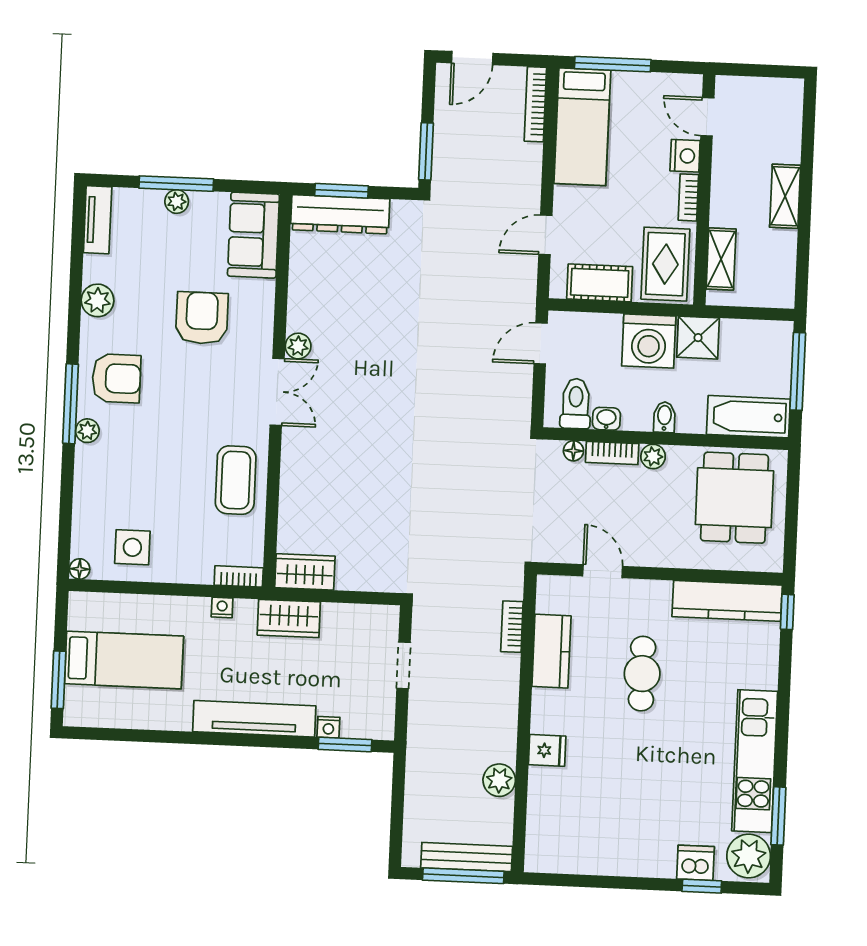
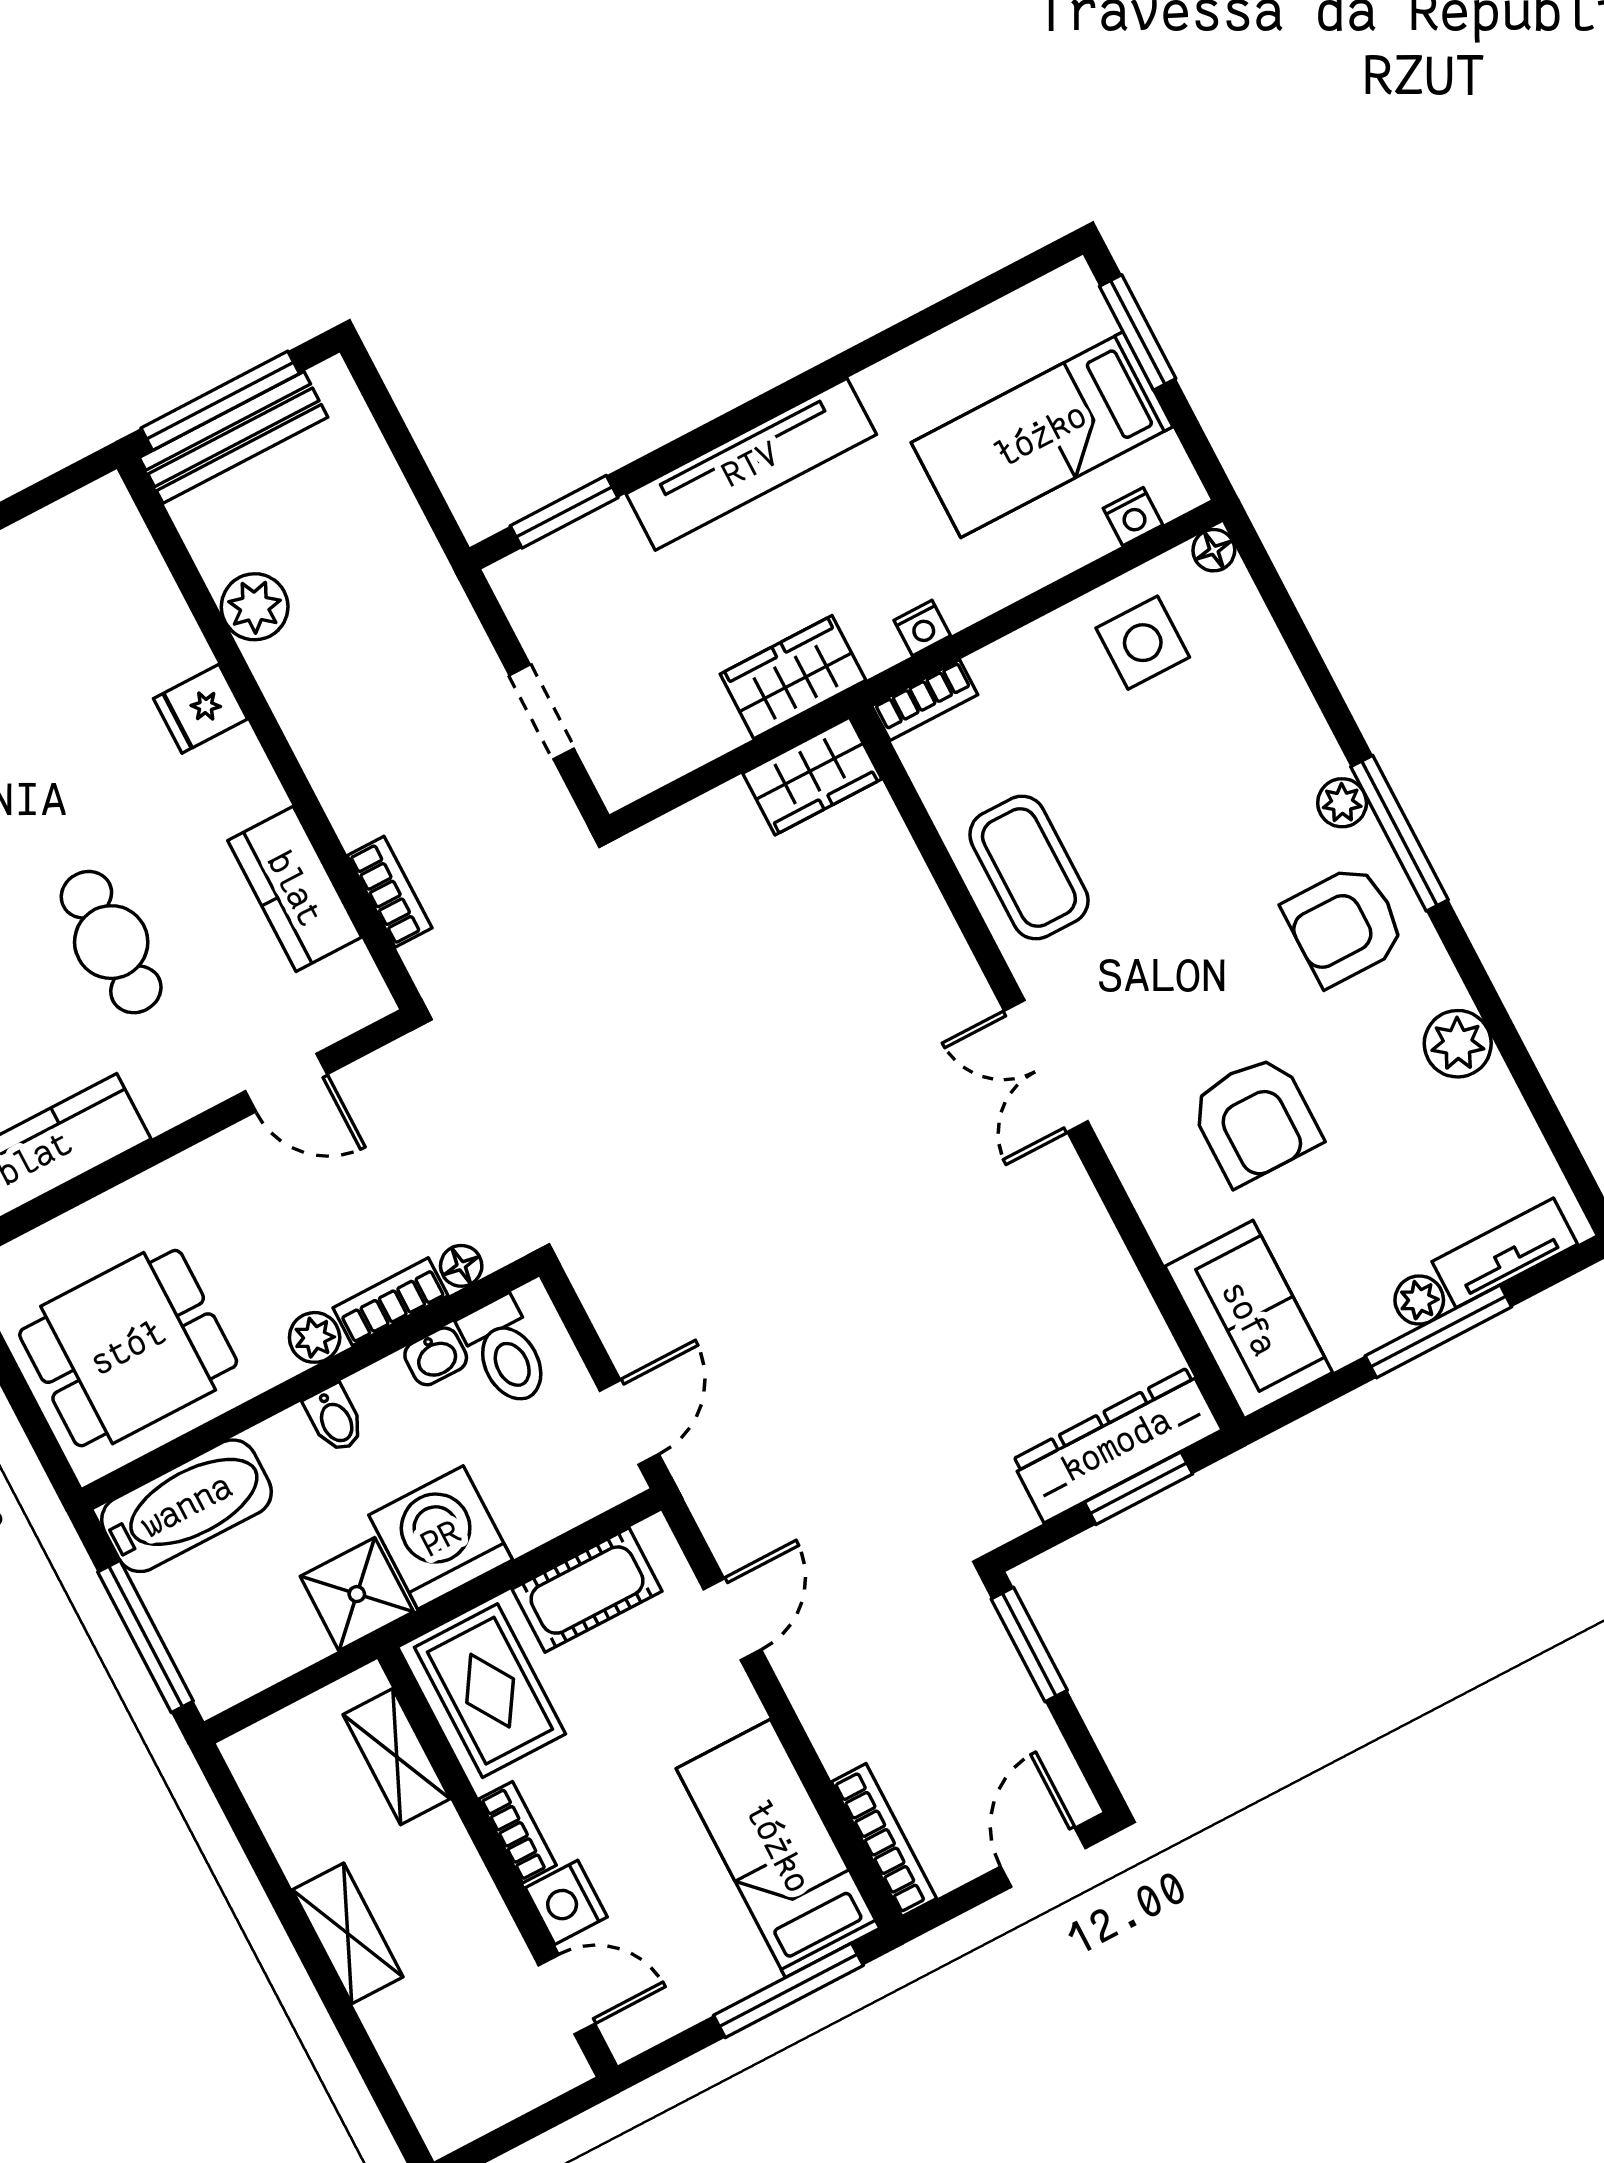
tv unit: (98, 220) -> (1505, 1253), moved, turned 90
plant: (298, 346) -> (1056, 1169), removed
dining table: (734, 498) -> (128, 1348), turned 90
nightstand: (328, 727) -> (1133, 517), moved, turned 180

